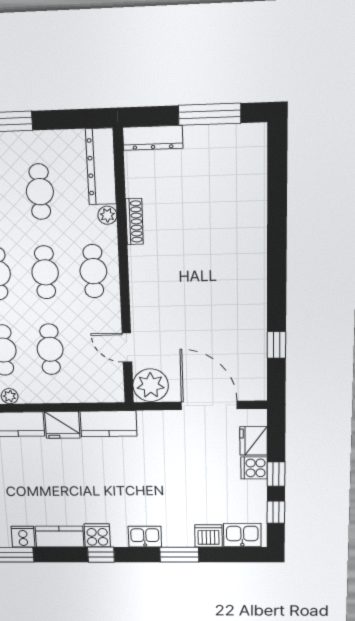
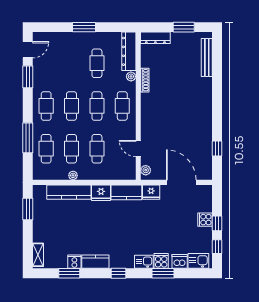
window: (210, 114) -> (184, 27), width x0.69
bench: (257, 174) -> (207, 58), added
plant: (151, 385) -> (146, 170), width x0.53, depth x0.53
fridge: (254, 441) -> (151, 192), moved, turned -90
cooker: (97, 535) -> (161, 261), moved

